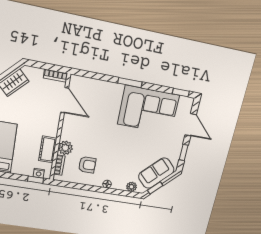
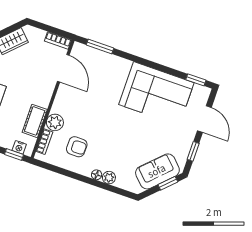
window: (130, 83) -> (100, 47), moved
plant: (131, 187) -> (109, 178), moved
window: (155, 188) -> (168, 183), moved

